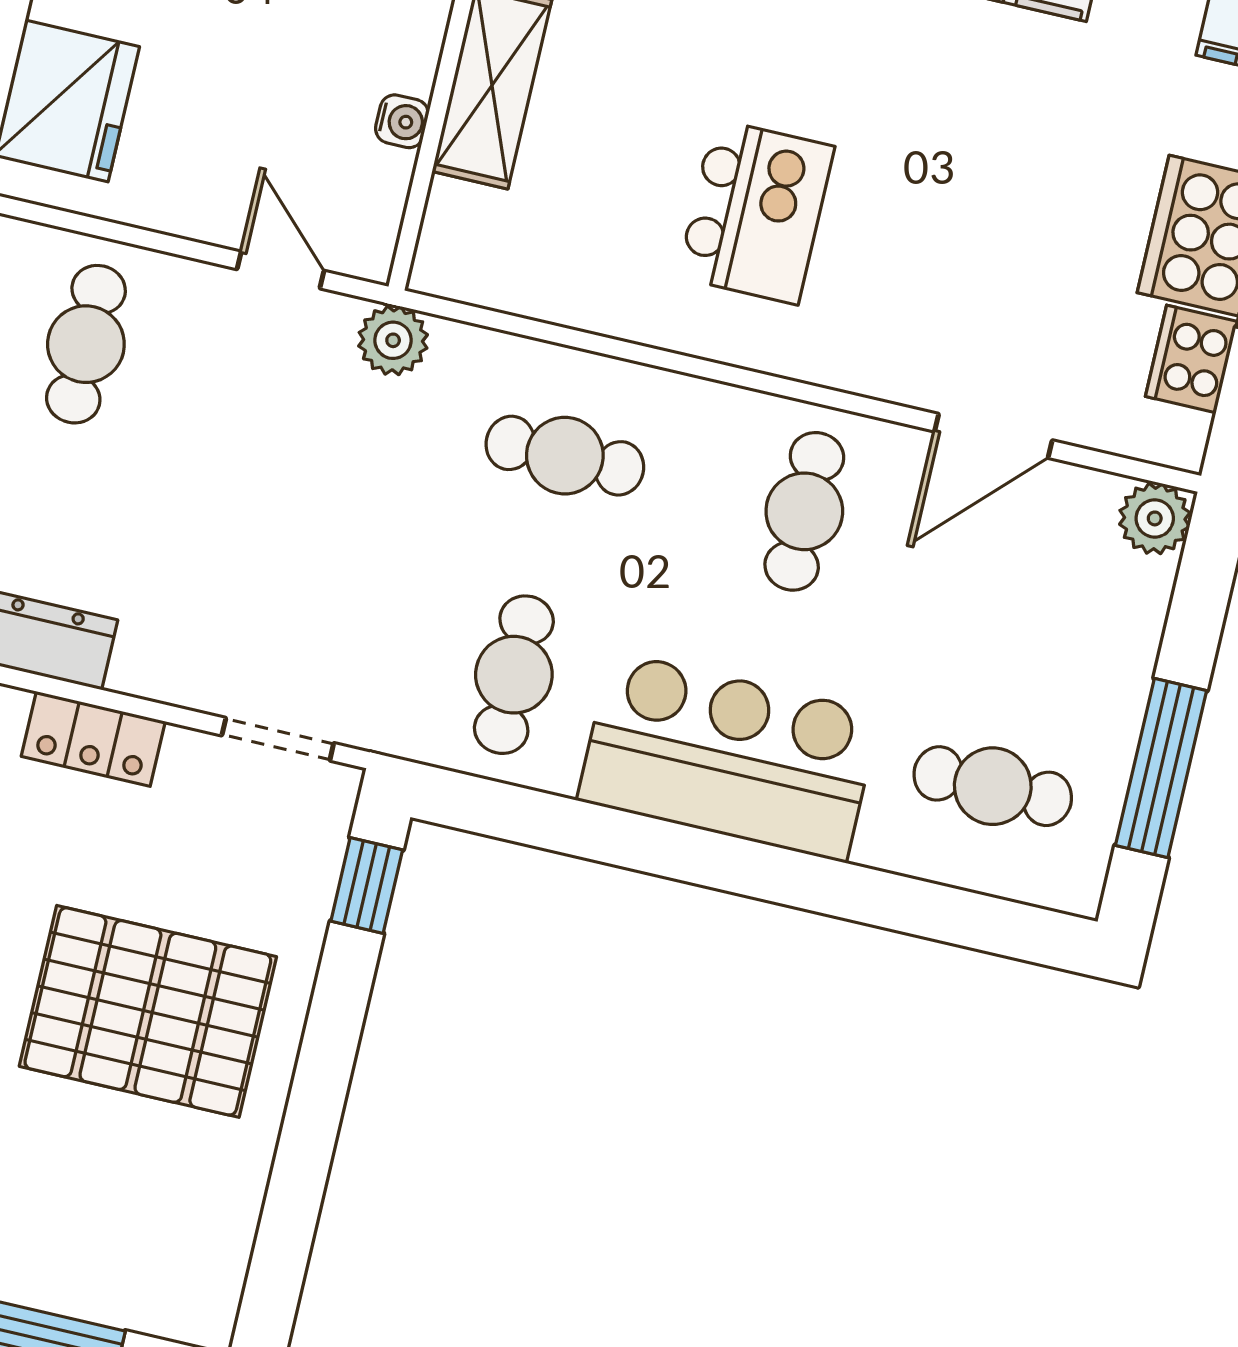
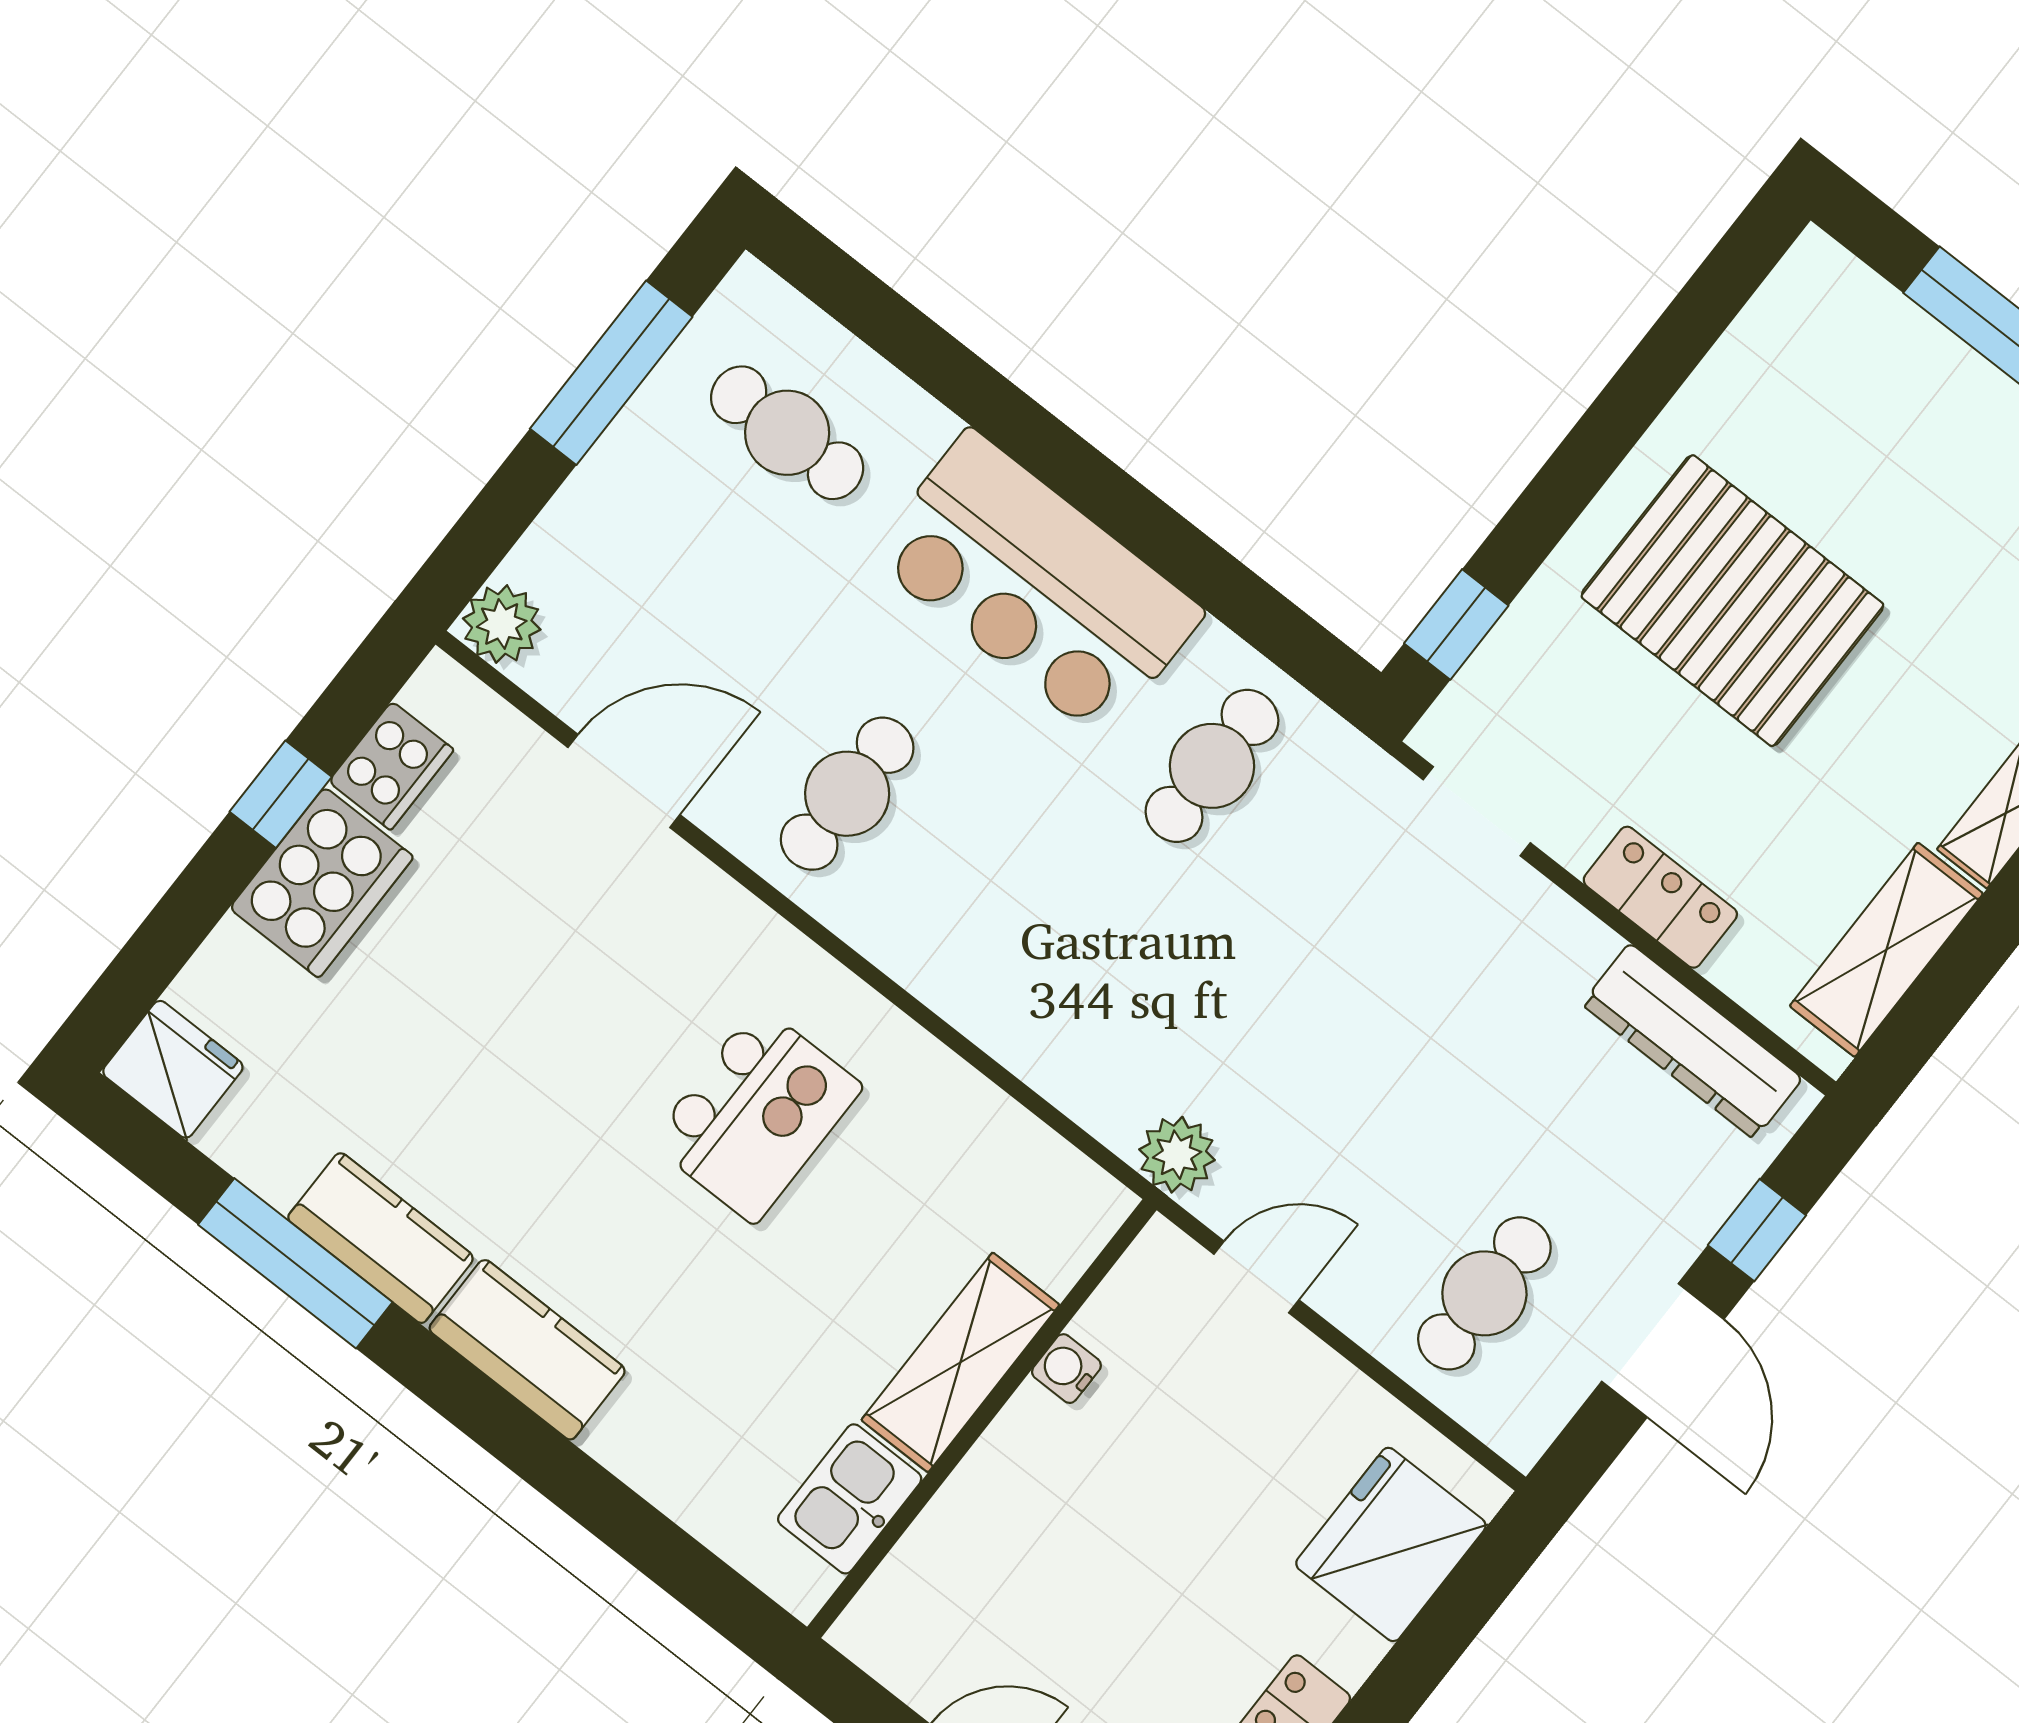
kitchen island: (756, 212) -> (756, 1114), turned 180
door: (281, 270) -> (1256, 1277), swing flipped
cafe table: (565, 456) -> (1060, 960), removed

